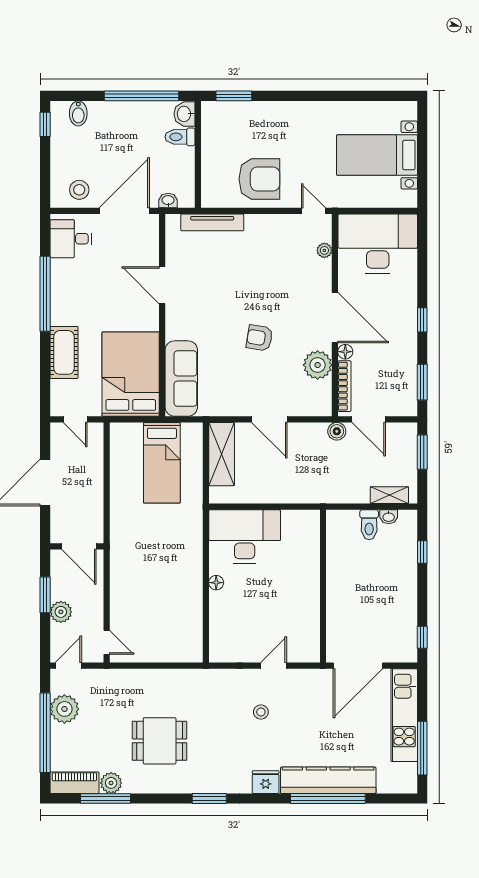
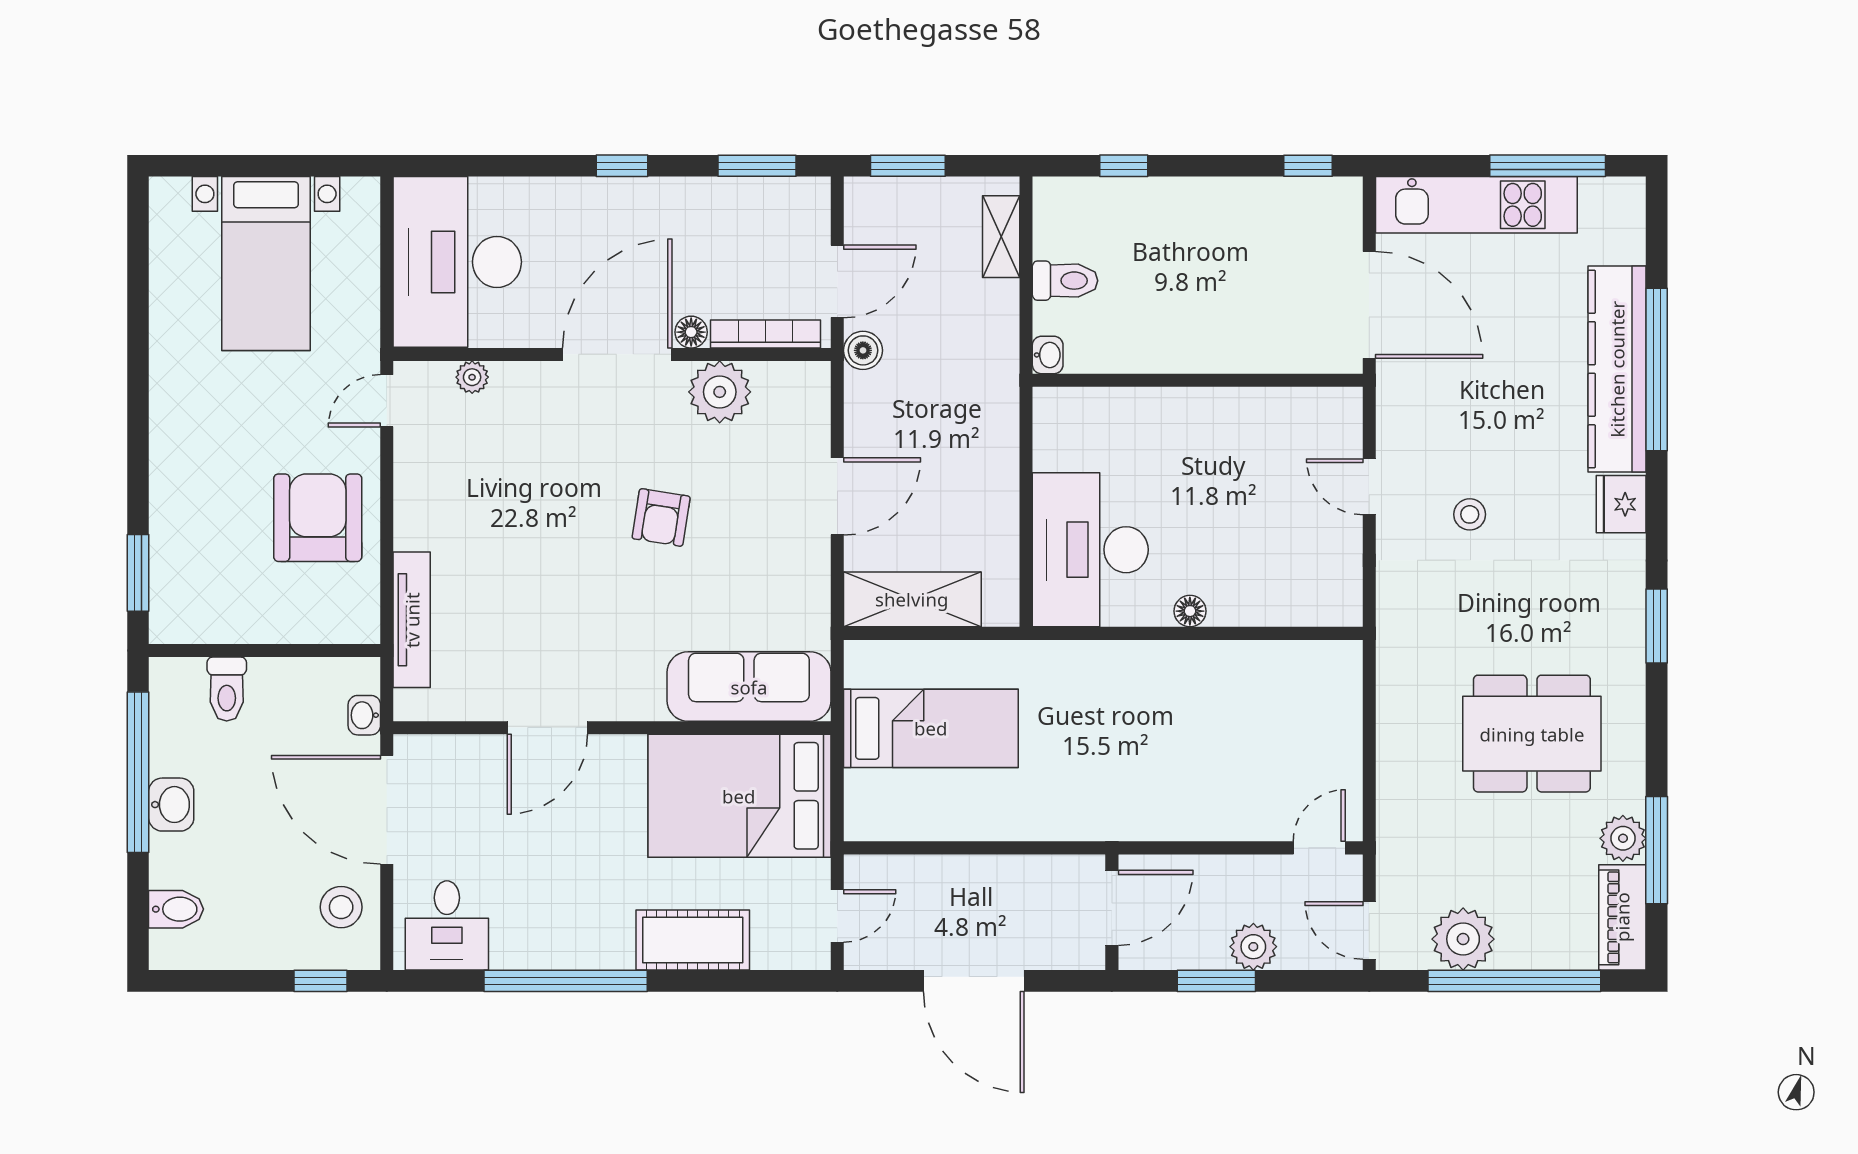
washbasin: (185, 114) -> (171, 805), moved, turned -90
window: (45, 124) -> (320, 981), moved
washbasin: (389, 517) -> (1048, 355), moved
dining table: (160, 741) -> (1532, 734), width x1.37

